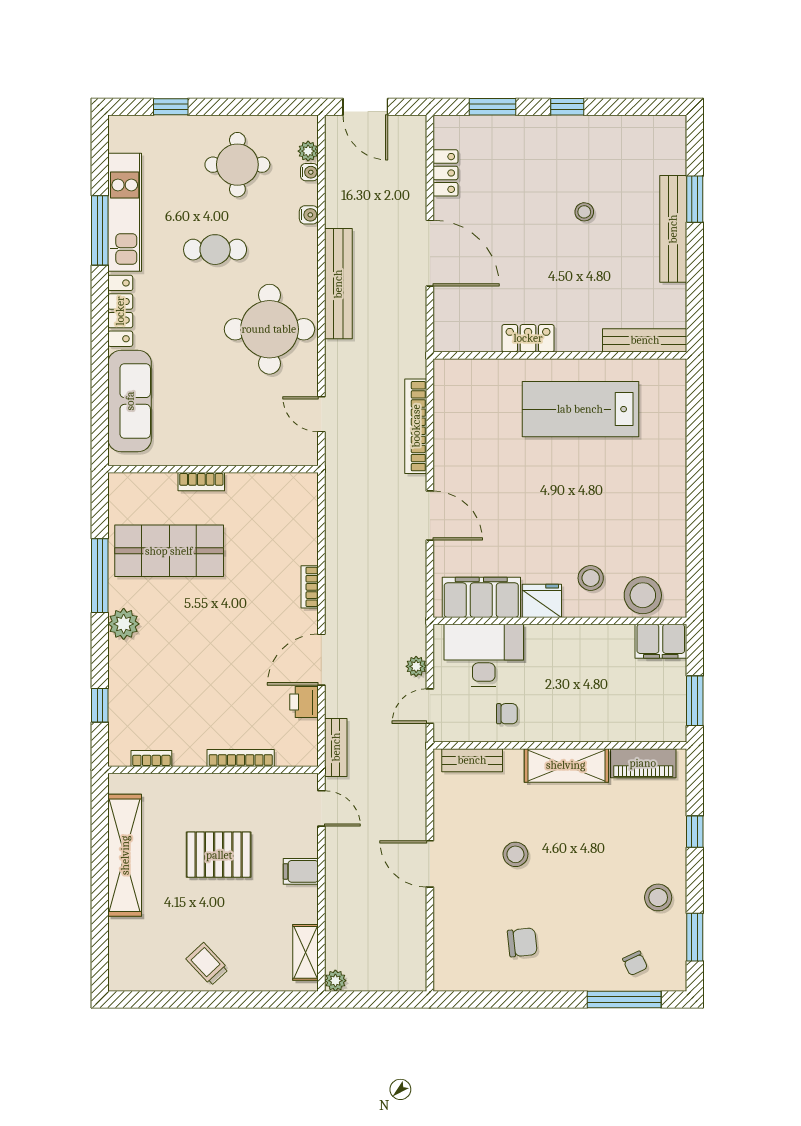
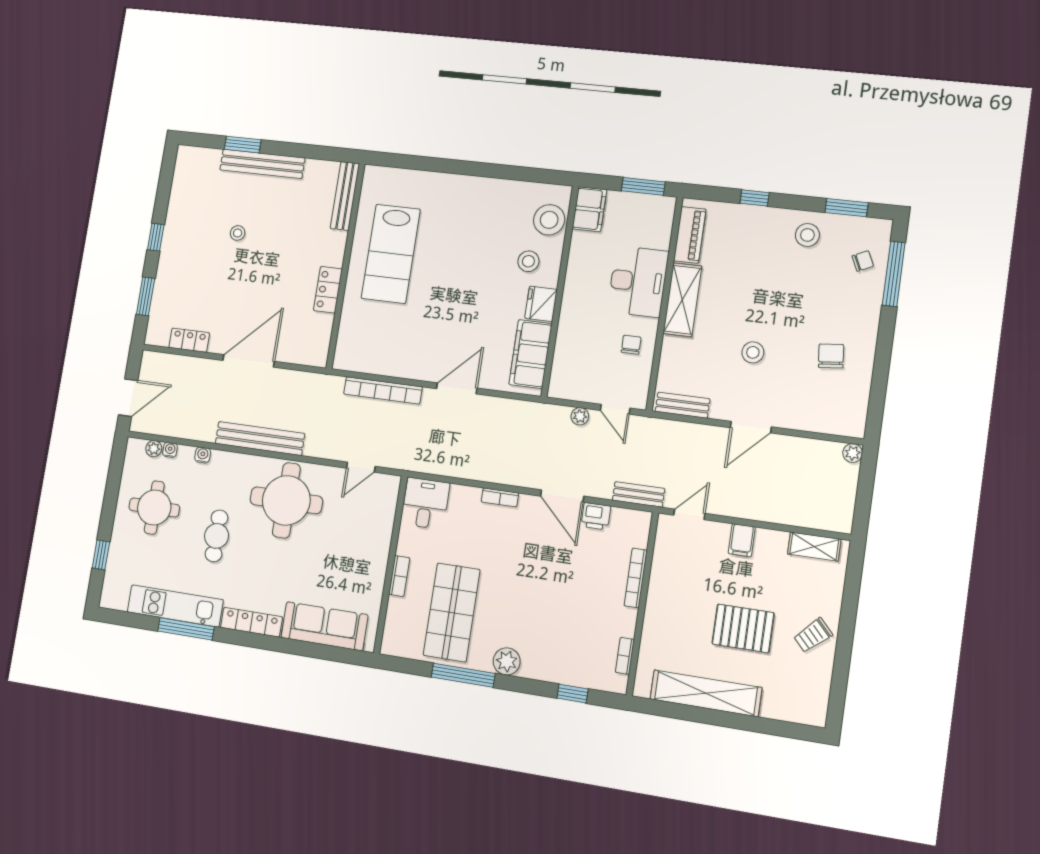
desk: (290, 499) -> (425, 503), added
desk: (484, 655) -> (638, 282), moved, turned 180
bench: (472, 760) -> (683, 405), moved, turned 90
pallet: (219, 855) -> (743, 628), moved, turned 90
plant: (335, 981) -> (853, 453), moved

